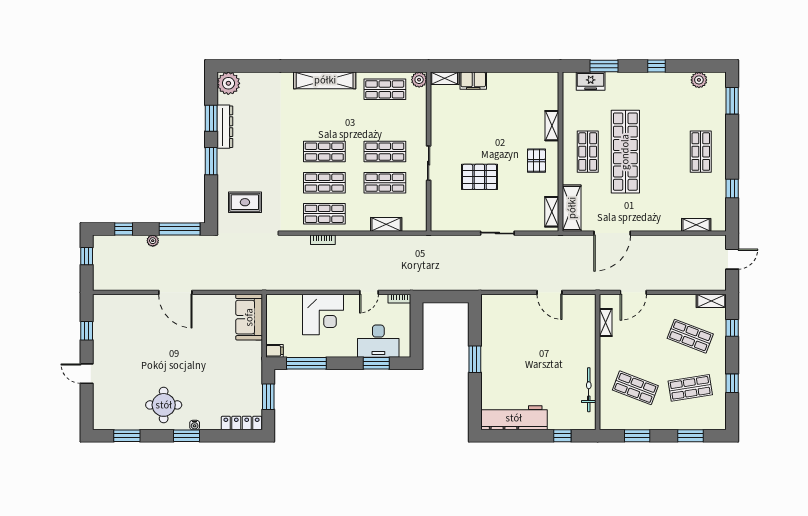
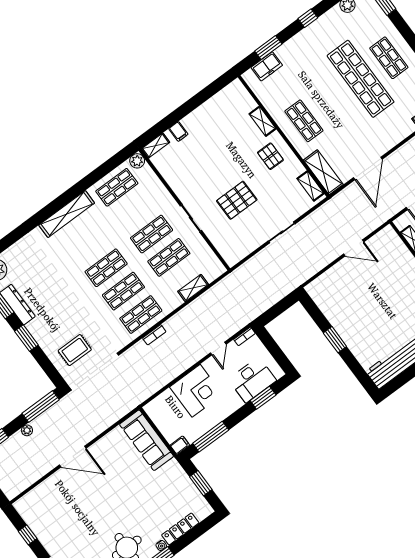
filing cabinet: (473, 81) -> (178, 131), width x0.50
shop shelf: (625, 152) -> (361, 79), moved
sofa: (249, 317) -> (147, 440), width x1.36
locker: (241, 423) -> (180, 529), moved

